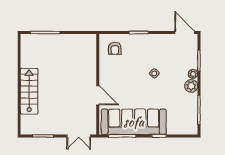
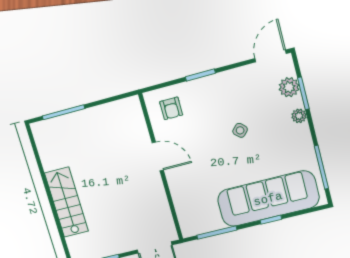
door: (185, 33) -> (271, 56), hinge flipped
plant: (191, 86) -> (289, 87), moved
door: (98, 95) -> (158, 156), moved
sofa: (134, 122) -> (268, 199), moved

